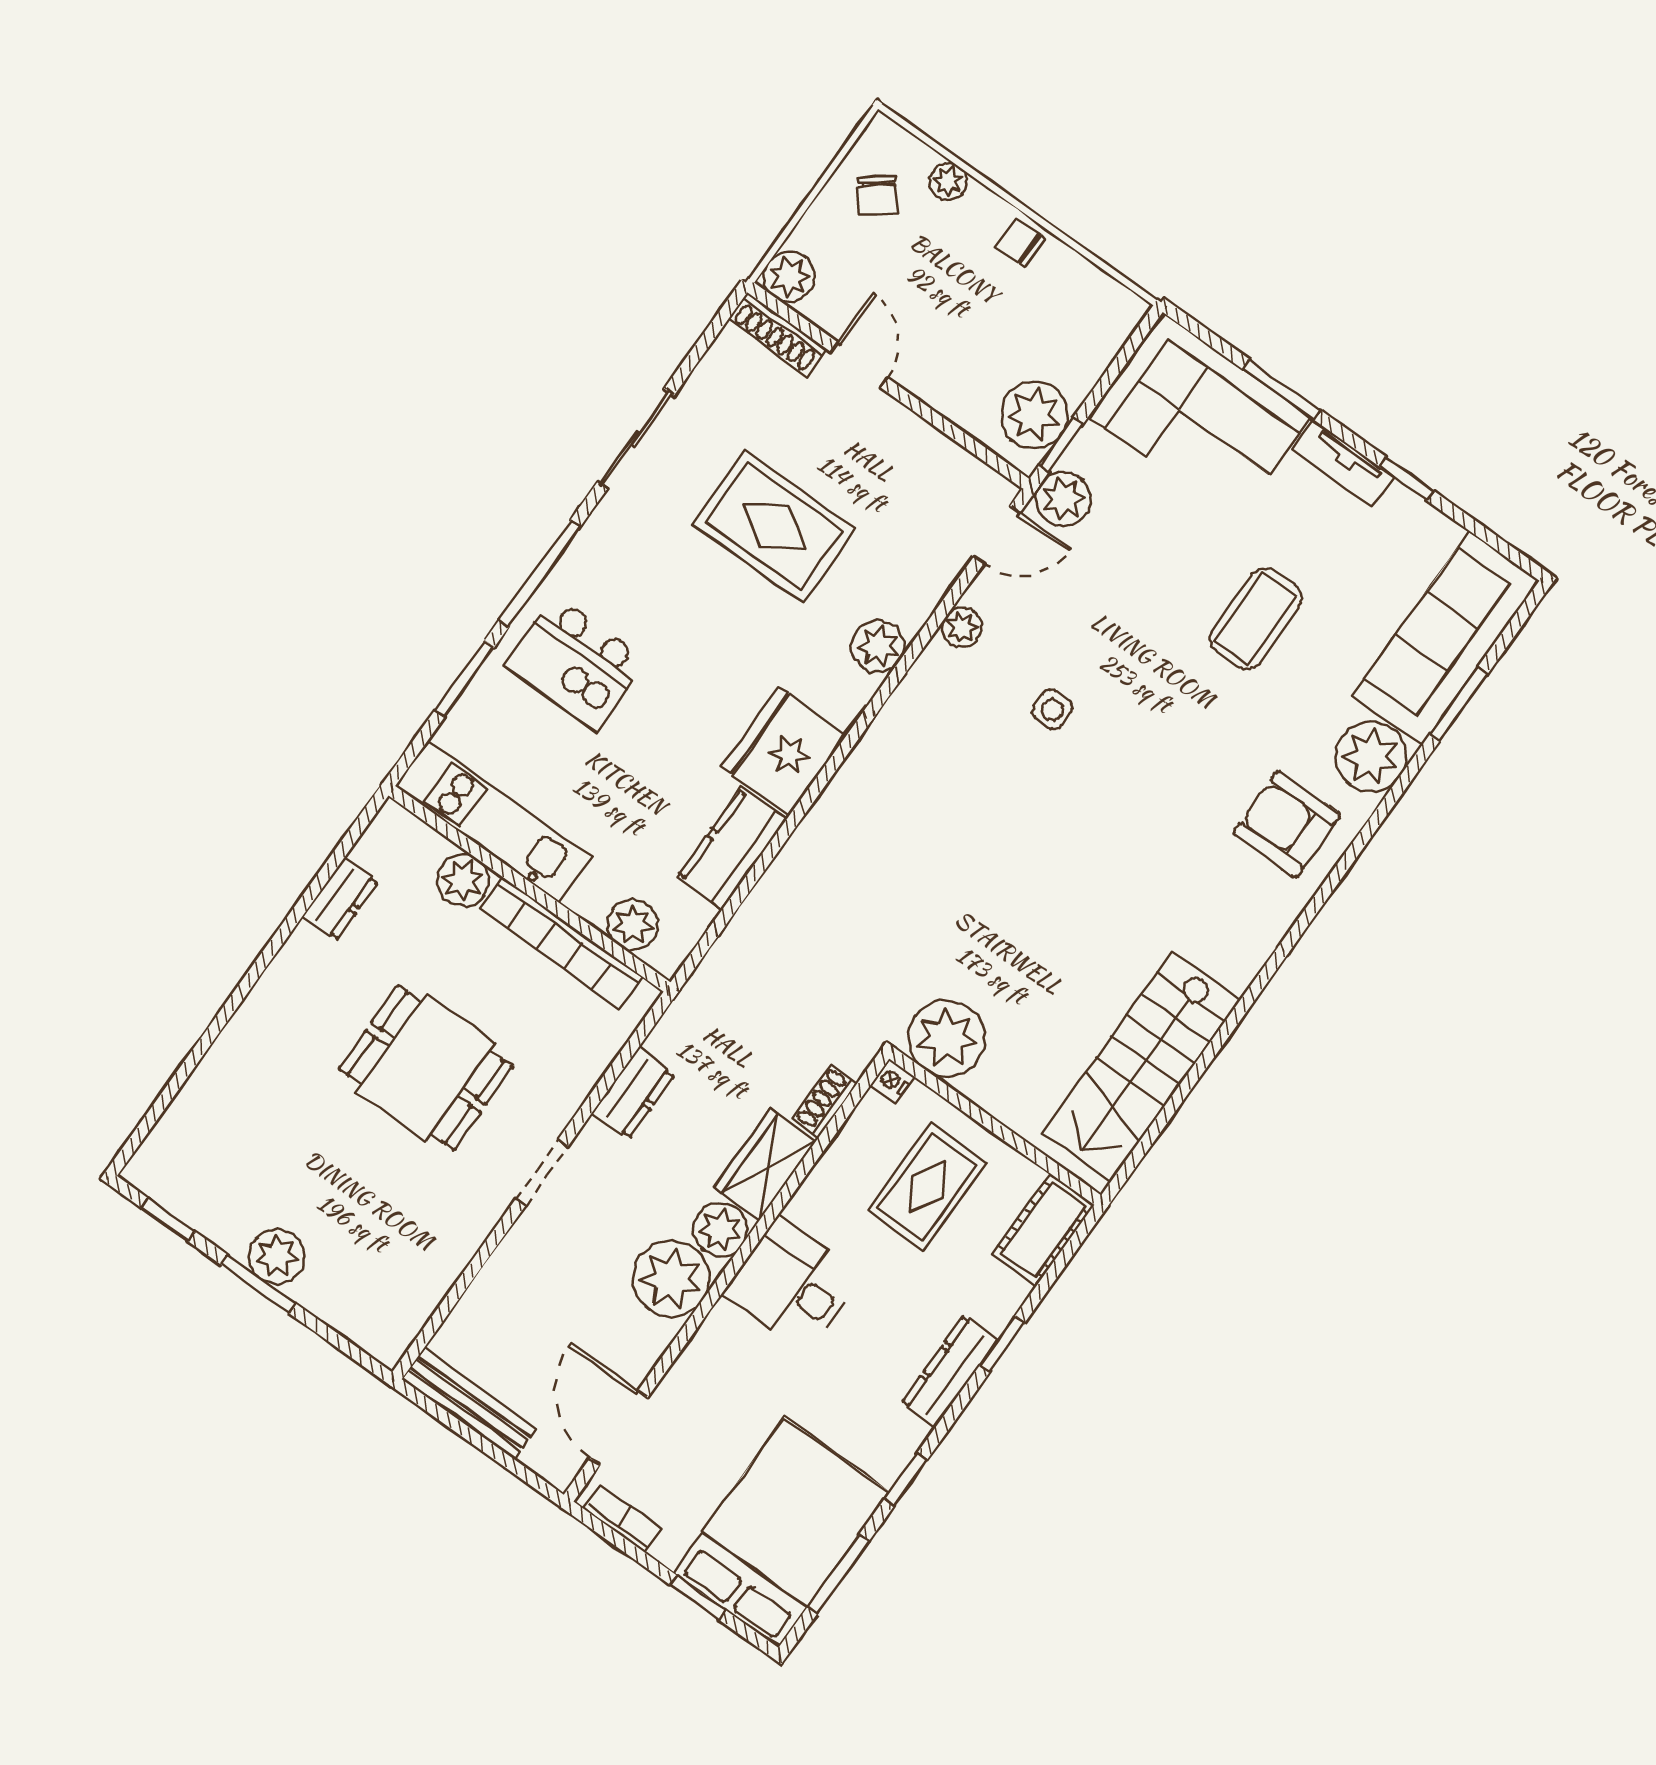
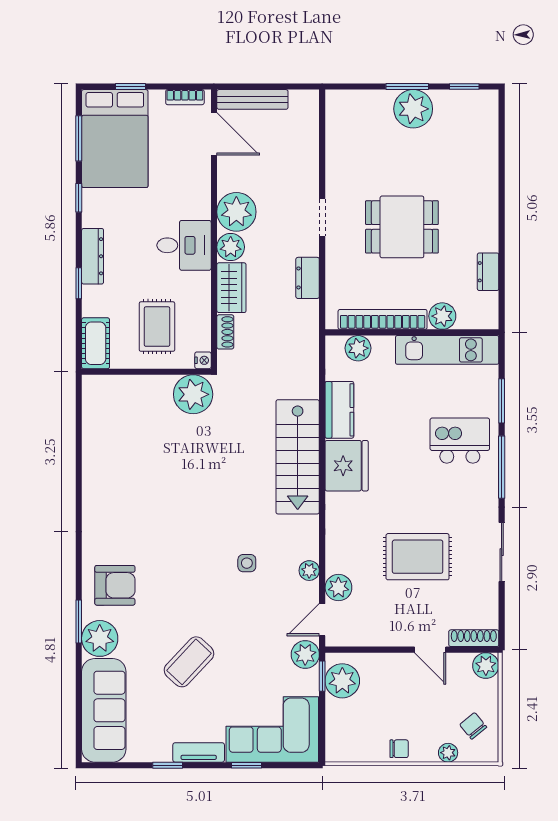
window: (1282, 390) -> (246, 765), width x0.67
coffee table: (1256, 619) -> (189, 662), turned 43
plant: (878, 647) -> (338, 588), moved
window: (1459, 704) -> (79, 621), moved
stairs: (1141, 1067) -> (298, 457), moved, turned 180
plant: (277, 1256) -> (413, 109), width x1.36, depth x1.36
bench: (469, 1404) -> (252, 99), moved

